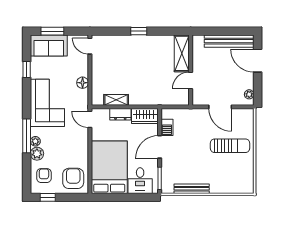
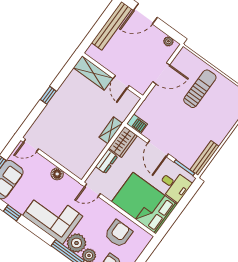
shelving: (116, 100) -> (111, 130), moved
barbecue: (167, 127) -> (137, 124), moved
plant: (35, 141) -> (77, 243), width x1.88, depth x1.88
armchair: (73, 178) -> (119, 234), moved, turned 90
bench: (192, 189) -> (205, 158), moved

